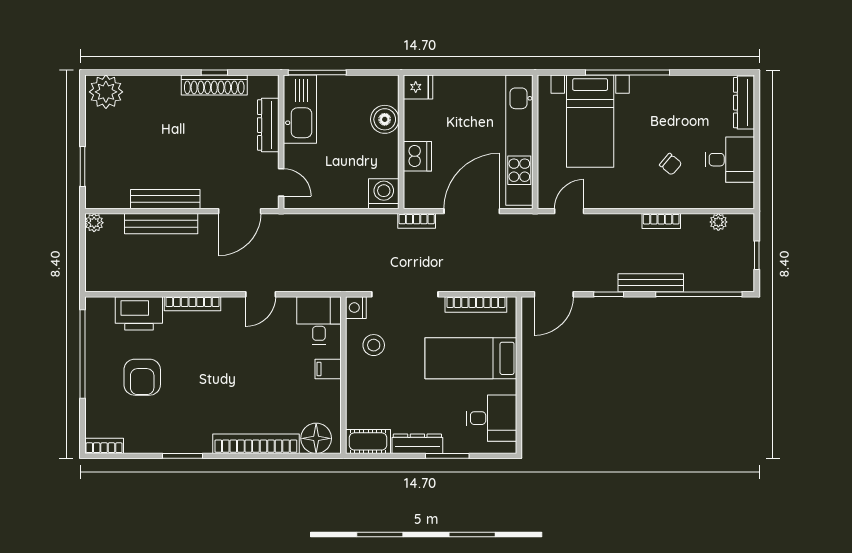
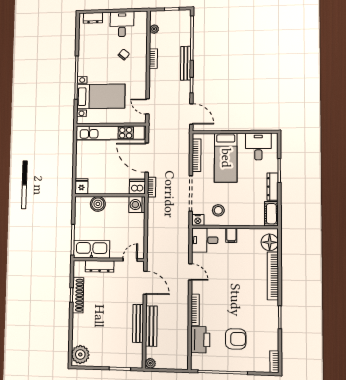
dresser: (744, 103) -> (93, 18), width x0.70
dishwasher: (417, 156) -> (137, 187), moved

